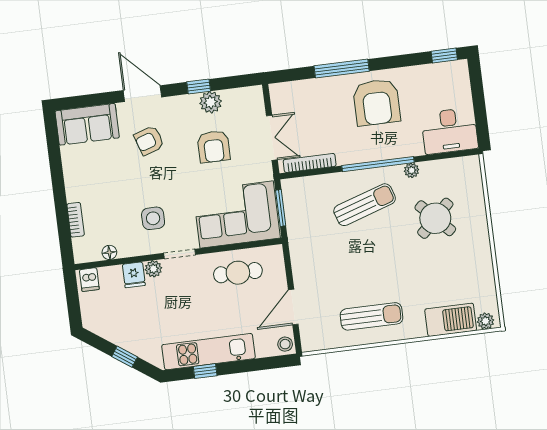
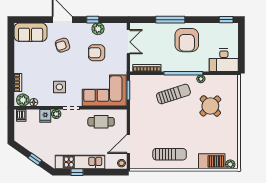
double door: (272, 138) -> (128, 42), moved
armchair: (214, 147) -> (97, 53), turned 90
plant: (89, 251) -> (23, 100), added

